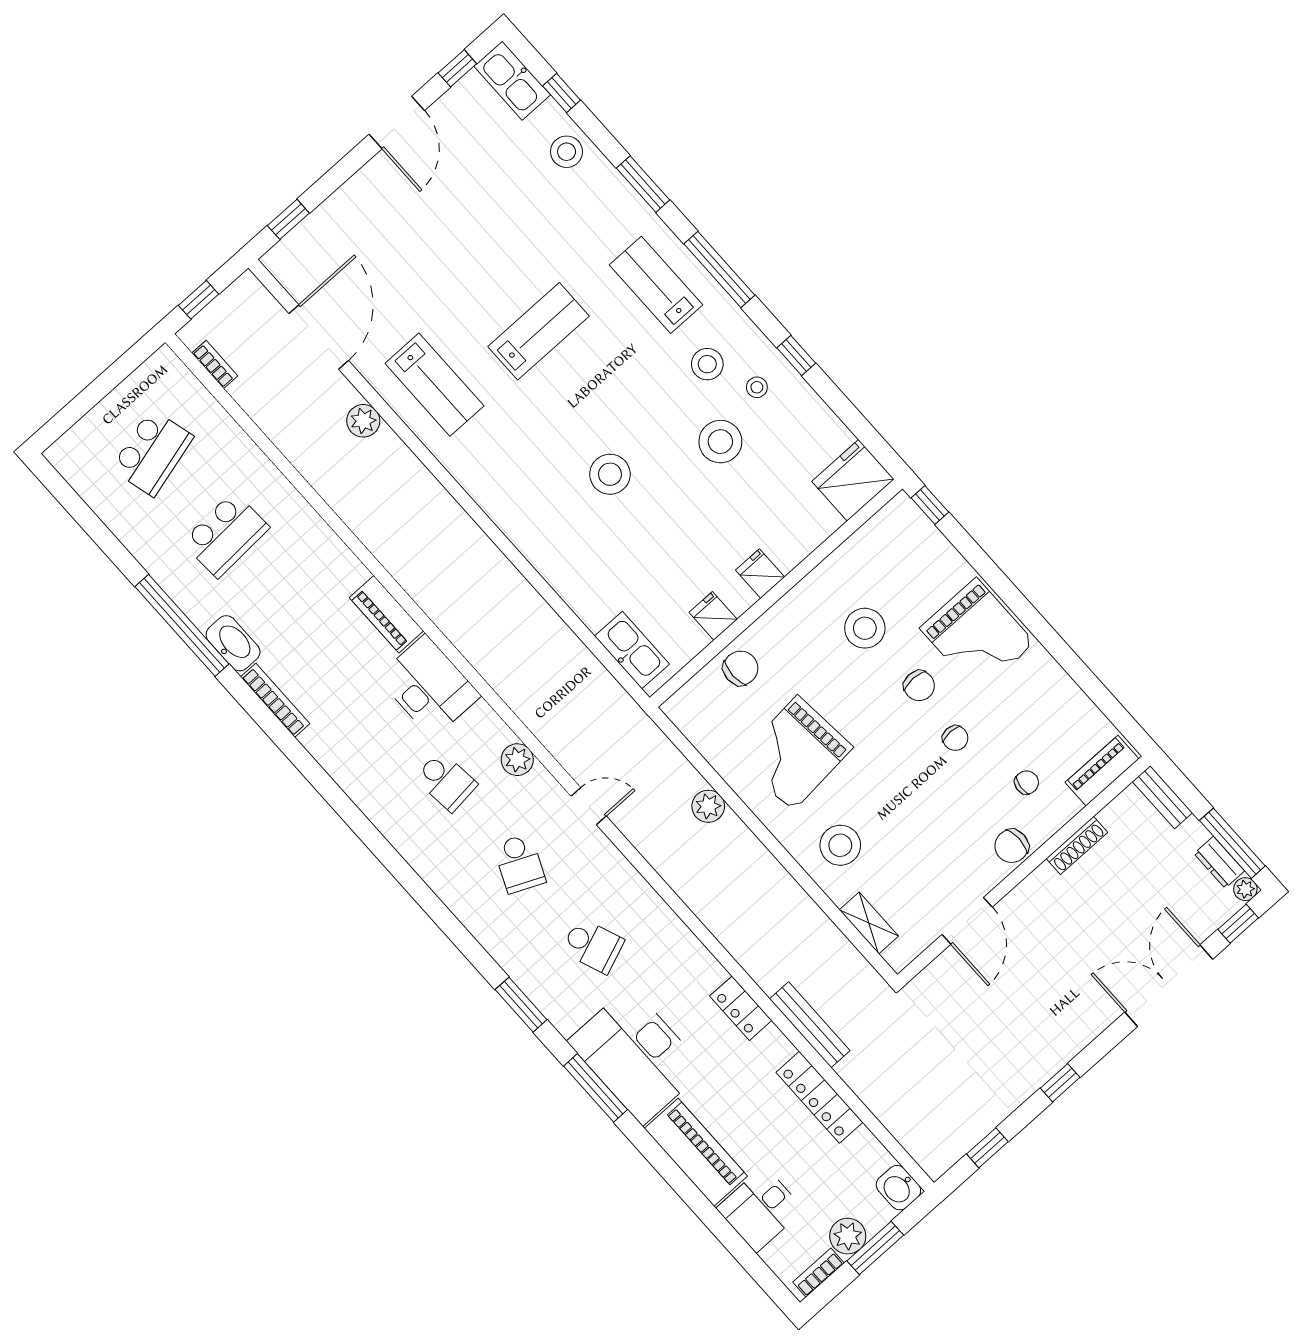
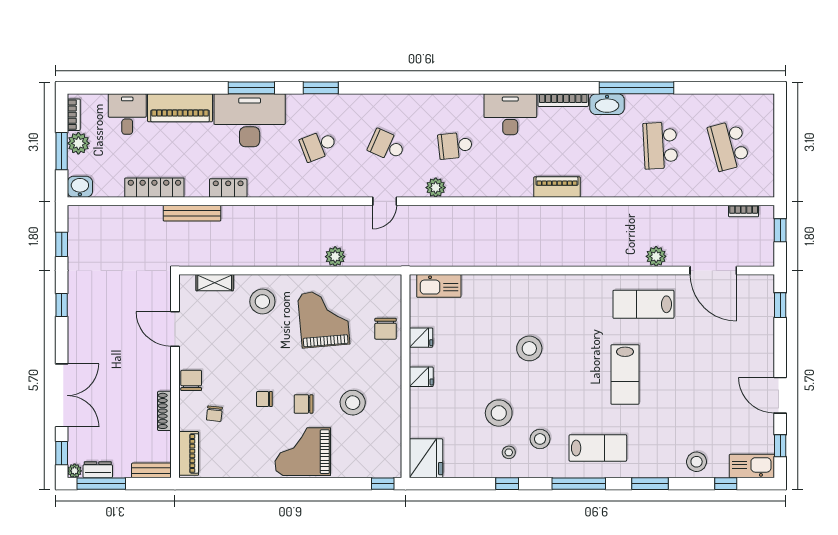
desk: (429, 687) -> (510, 114), moved, turned 180

